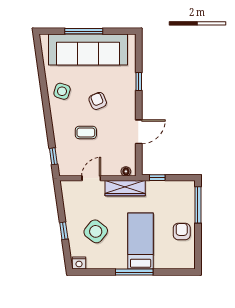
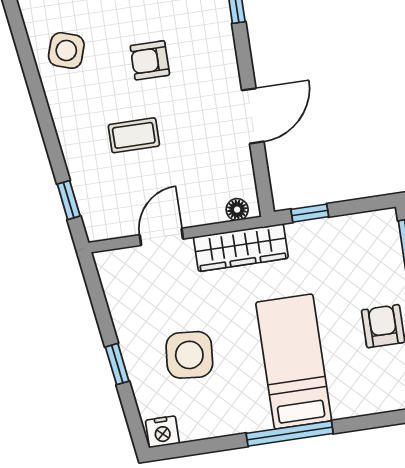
armchair: (98, 101) -> (150, 60), turned -67
side table: (96, 231) -> (189, 355), turned -33

